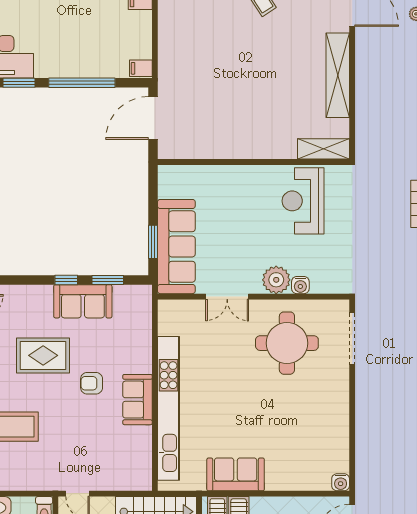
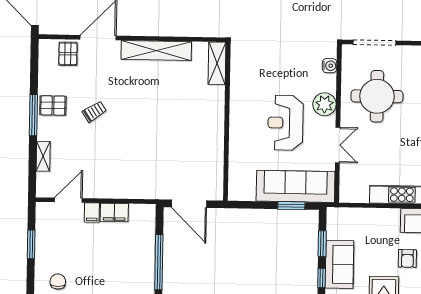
filing cabinet: (141, 68) -> (114, 213), moved, width x2.00
reception desk: (303, 201) -> (285, 123), moved, turned 90
water cooler: (300, 285) -> (330, 66), moved

